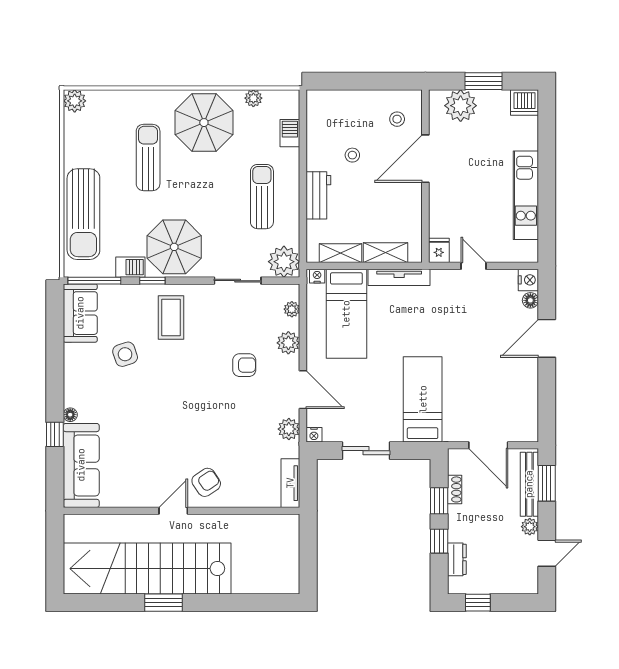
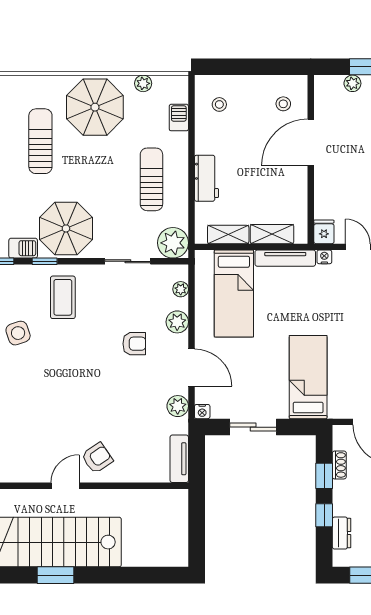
plant: (461, 106) -> (352, 83), width x0.53, depth x0.53
stool: (352, 155) -> (219, 104), moved
nightstand: (317, 276) -> (324, 257), moved

